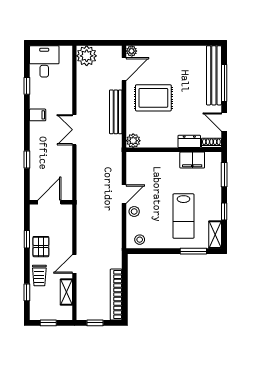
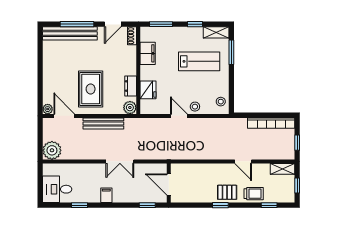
dresser: (189, 141) -> (131, 86), moved
fridge: (152, 160) -> (148, 90), added
door: (49, 202) -> (169, 184), moved
wall: (51, 202) -> (169, 183), moved
shelving: (66, 292) -> (283, 169), moved

